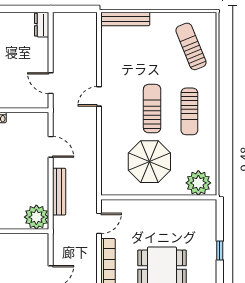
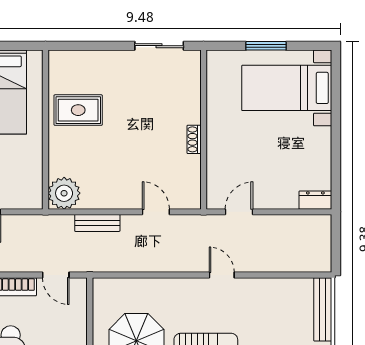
door: (51, 147) -> (156, 212), swing flipped
bench: (59, 192) -> (97, 223), width x0.73

